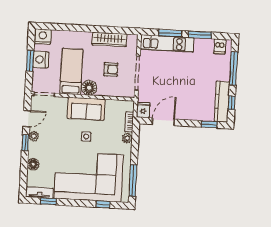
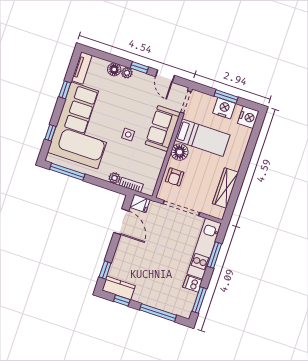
window: (200, 35) -> (199, 300), moved
dishwasher: (220, 46) -> (193, 284), moved
armchair: (111, 69) -> (175, 177), moved
kitchen counter: (222, 102) -> (119, 288), width x0.67
sofa: (86, 109) -> (163, 129), moved
plant: (34, 136) -> (127, 73), moved
window: (49, 201) -> (65, 90), moved

